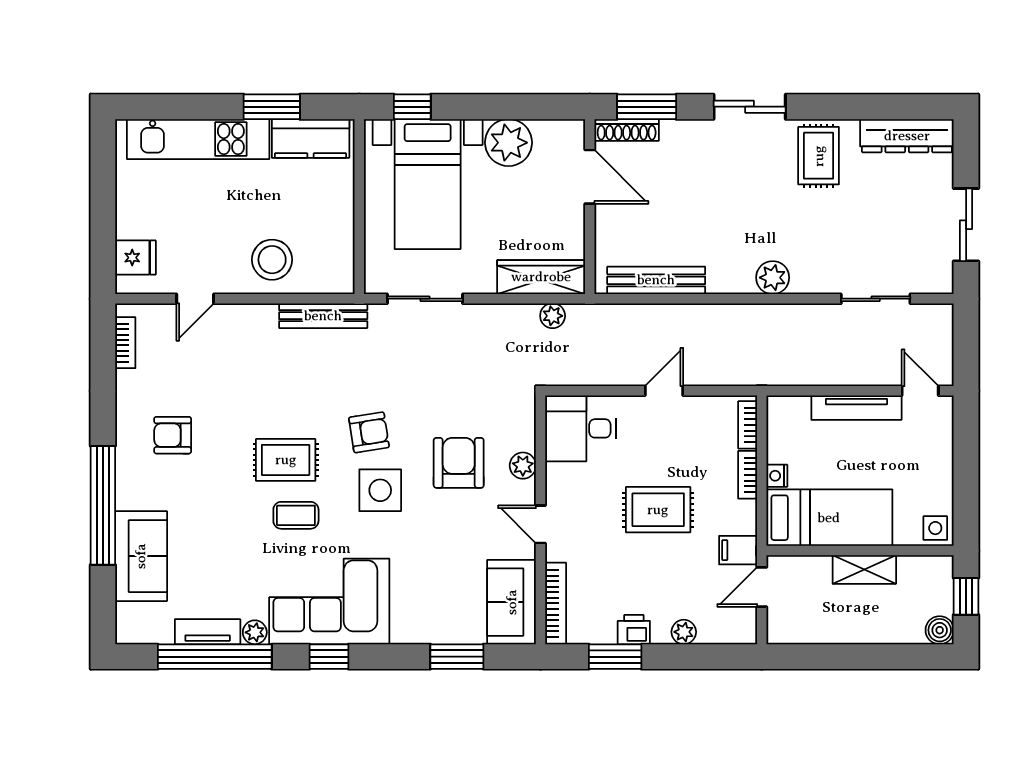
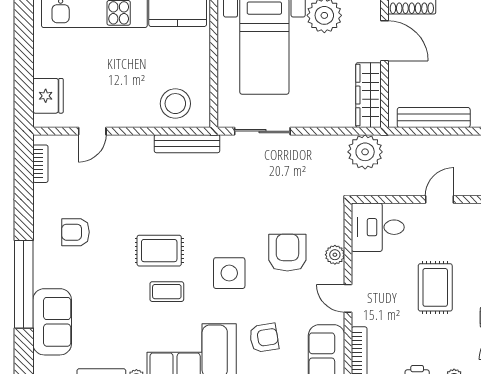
fridge: (135, 258) -> (48, 96), width x1.38
stool: (272, 260) -> (175, 104), moved
wardrobe: (541, 277) -> (368, 95), moved, turned -90
plant: (553, 316) -> (365, 152), width x1.87, depth x1.87
armchair: (369, 432) -> (264, 338), moved
rug: (658, 510) -> (435, 287), turned 90

